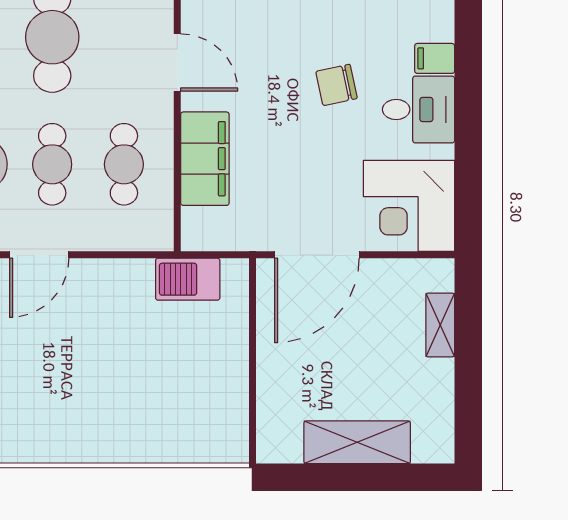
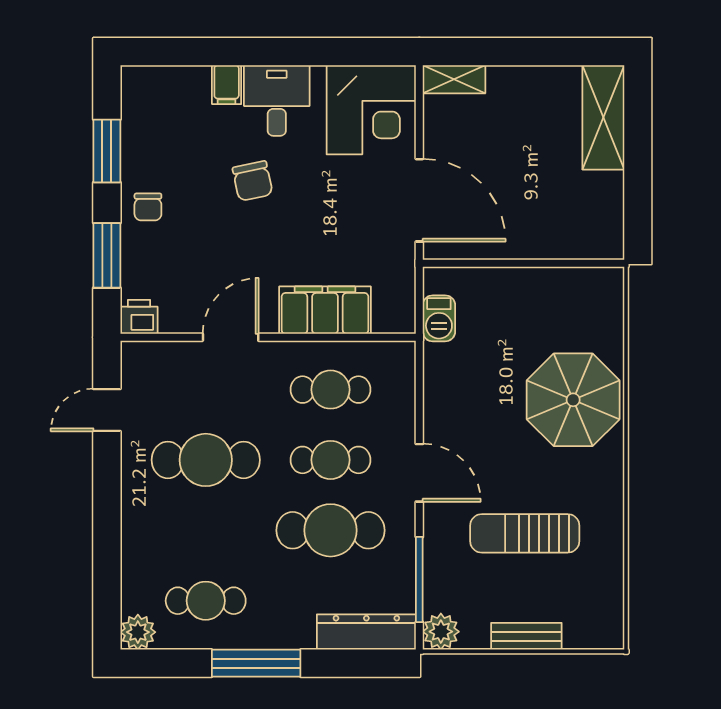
barbecue: (188, 279) -> (439, 318), width x0.73, depth x0.79
shelving: (440, 325) -> (454, 79), moved
parasol: (113, 412) -> (573, 400), added
shelving: (357, 442) -> (603, 117), moved

